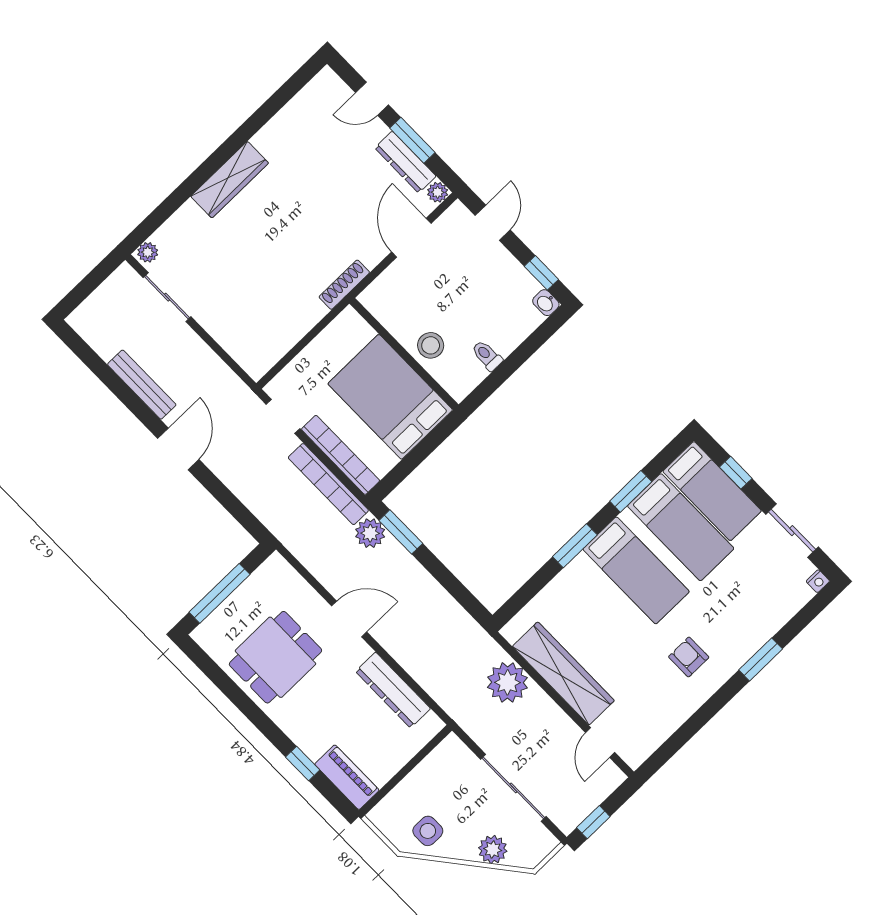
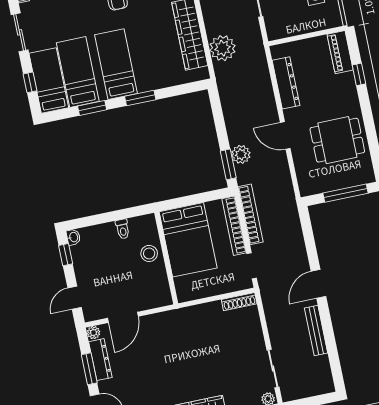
shoe rack: (344, 285) -> (239, 302), moved
plant: (370, 533) -> (241, 154), moved

